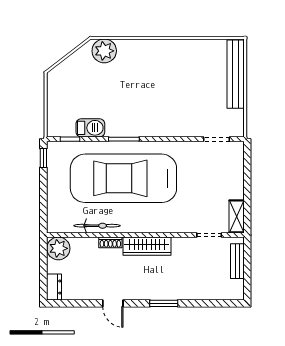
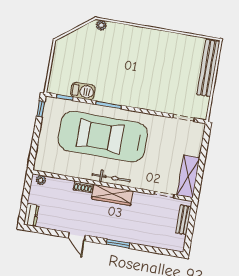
plant: (104, 51) -> (101, 25), width x0.53, depth x0.53
shelving: (237, 216) -> (188, 176), width x1.50, depth x1.33
bicycle: (97, 226) -> (111, 178), moved
plant: (58, 248) -> (41, 180), width x0.53, depth x0.53

